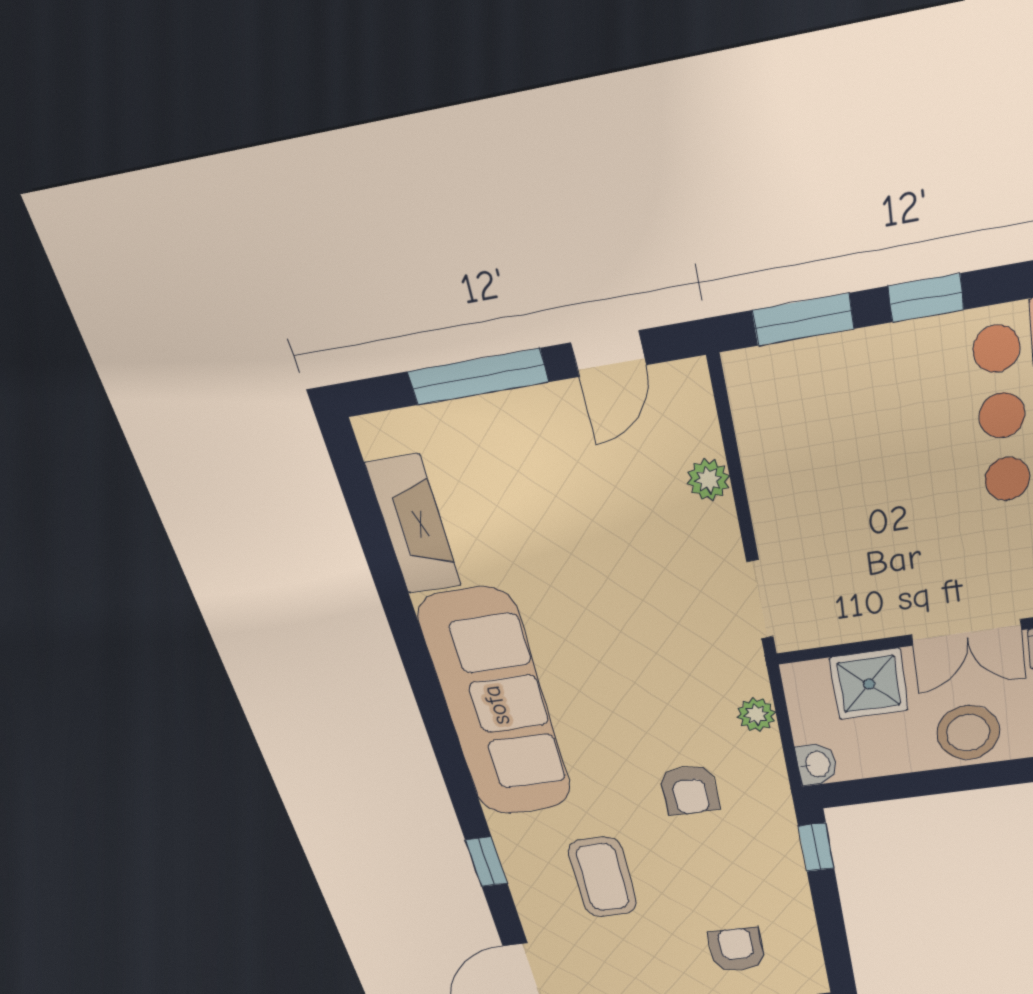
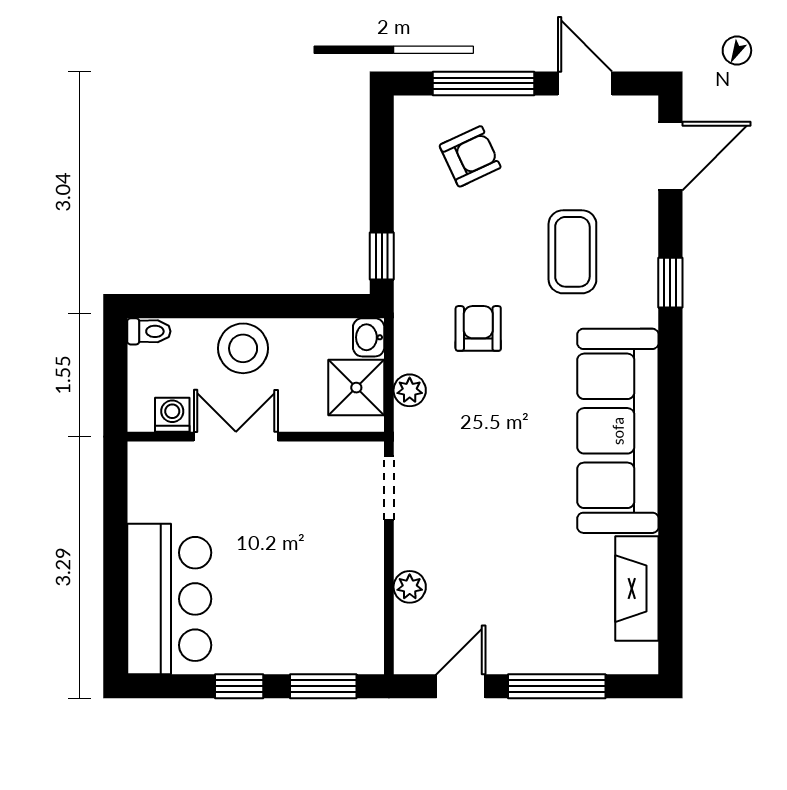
shower: (869, 684) -> (356, 388), moved
armchair: (737, 950) -> (470, 156), turned -115

